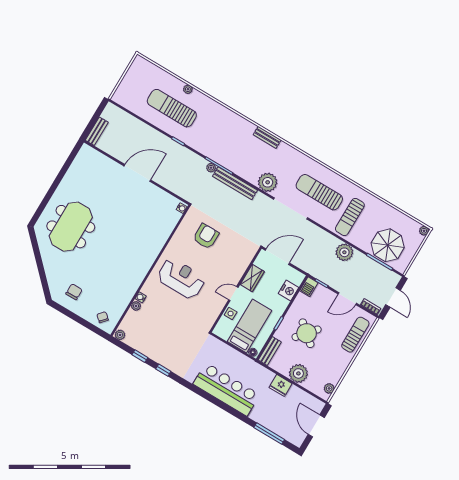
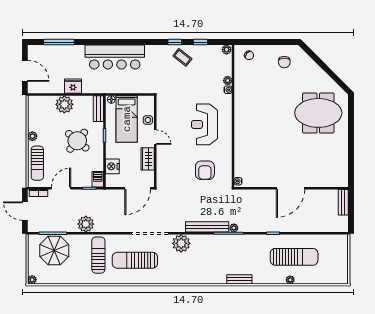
bench: (267, 137) -> (239, 279), moved
sun lounger: (319, 192) -> (135, 260), turned 180
meeting table: (71, 227) -> (318, 113), turned 90
reception desk: (181, 278) -> (204, 124), turned 90
door: (233, 294) -> (155, 137), hinge flipped
coffee table: (165, 352) -> (182, 57), added
plant: (329, 388) -> (32, 136), moved

